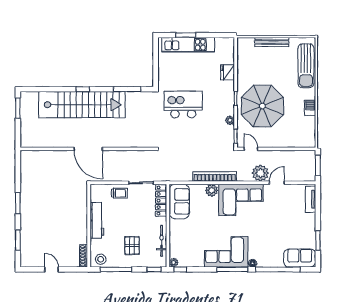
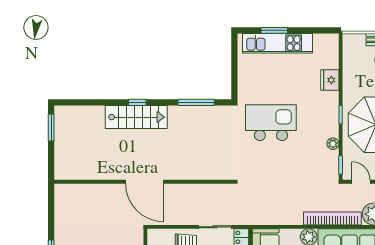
stairs: (82, 105) -> (136, 117), width x0.54, depth x0.66
bookcase: (215, 176) -> (332, 218), moved

